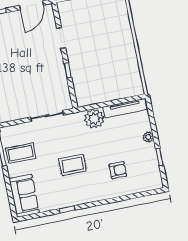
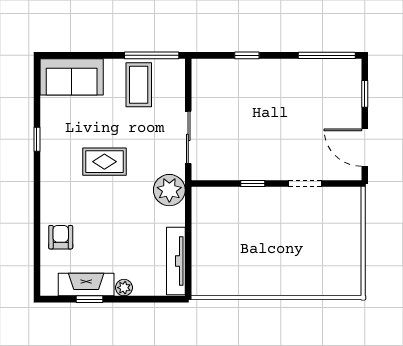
plant: (94, 119) -> (169, 190), moved
fireplace: (151, 161) -> (86, 285), added
rug: (73, 165) -> (104, 162), turned 90
armchair: (118, 170) -> (61, 237), moved, turned 180

